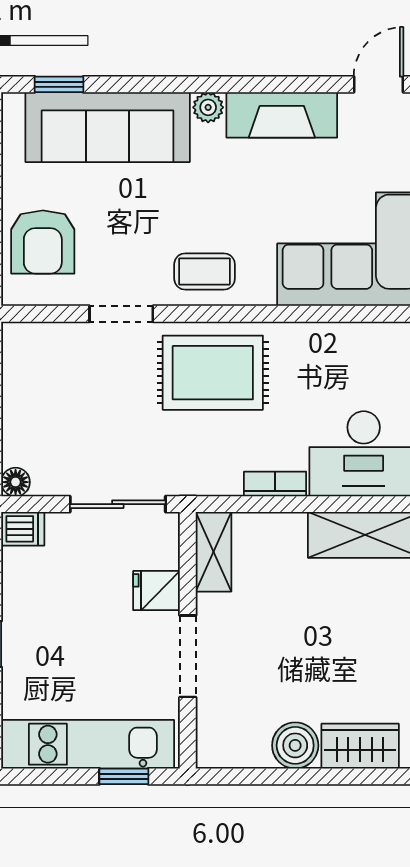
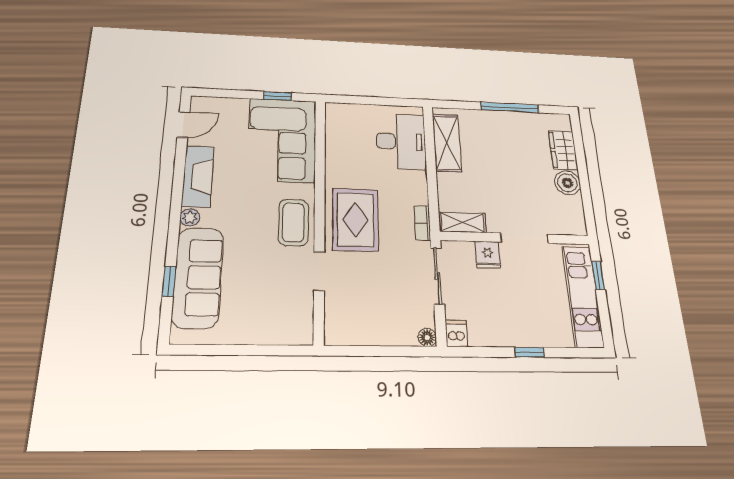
window: (59, 84) -> (169, 281), moved
door: (378, 84) -> (183, 125), swing flipped
armchair: (43, 242) -> (272, 319), removed
coffee table: (205, 271) -> (293, 222), width x1.36, depth x1.30
bookcase: (275, 484) -> (422, 223), moved

